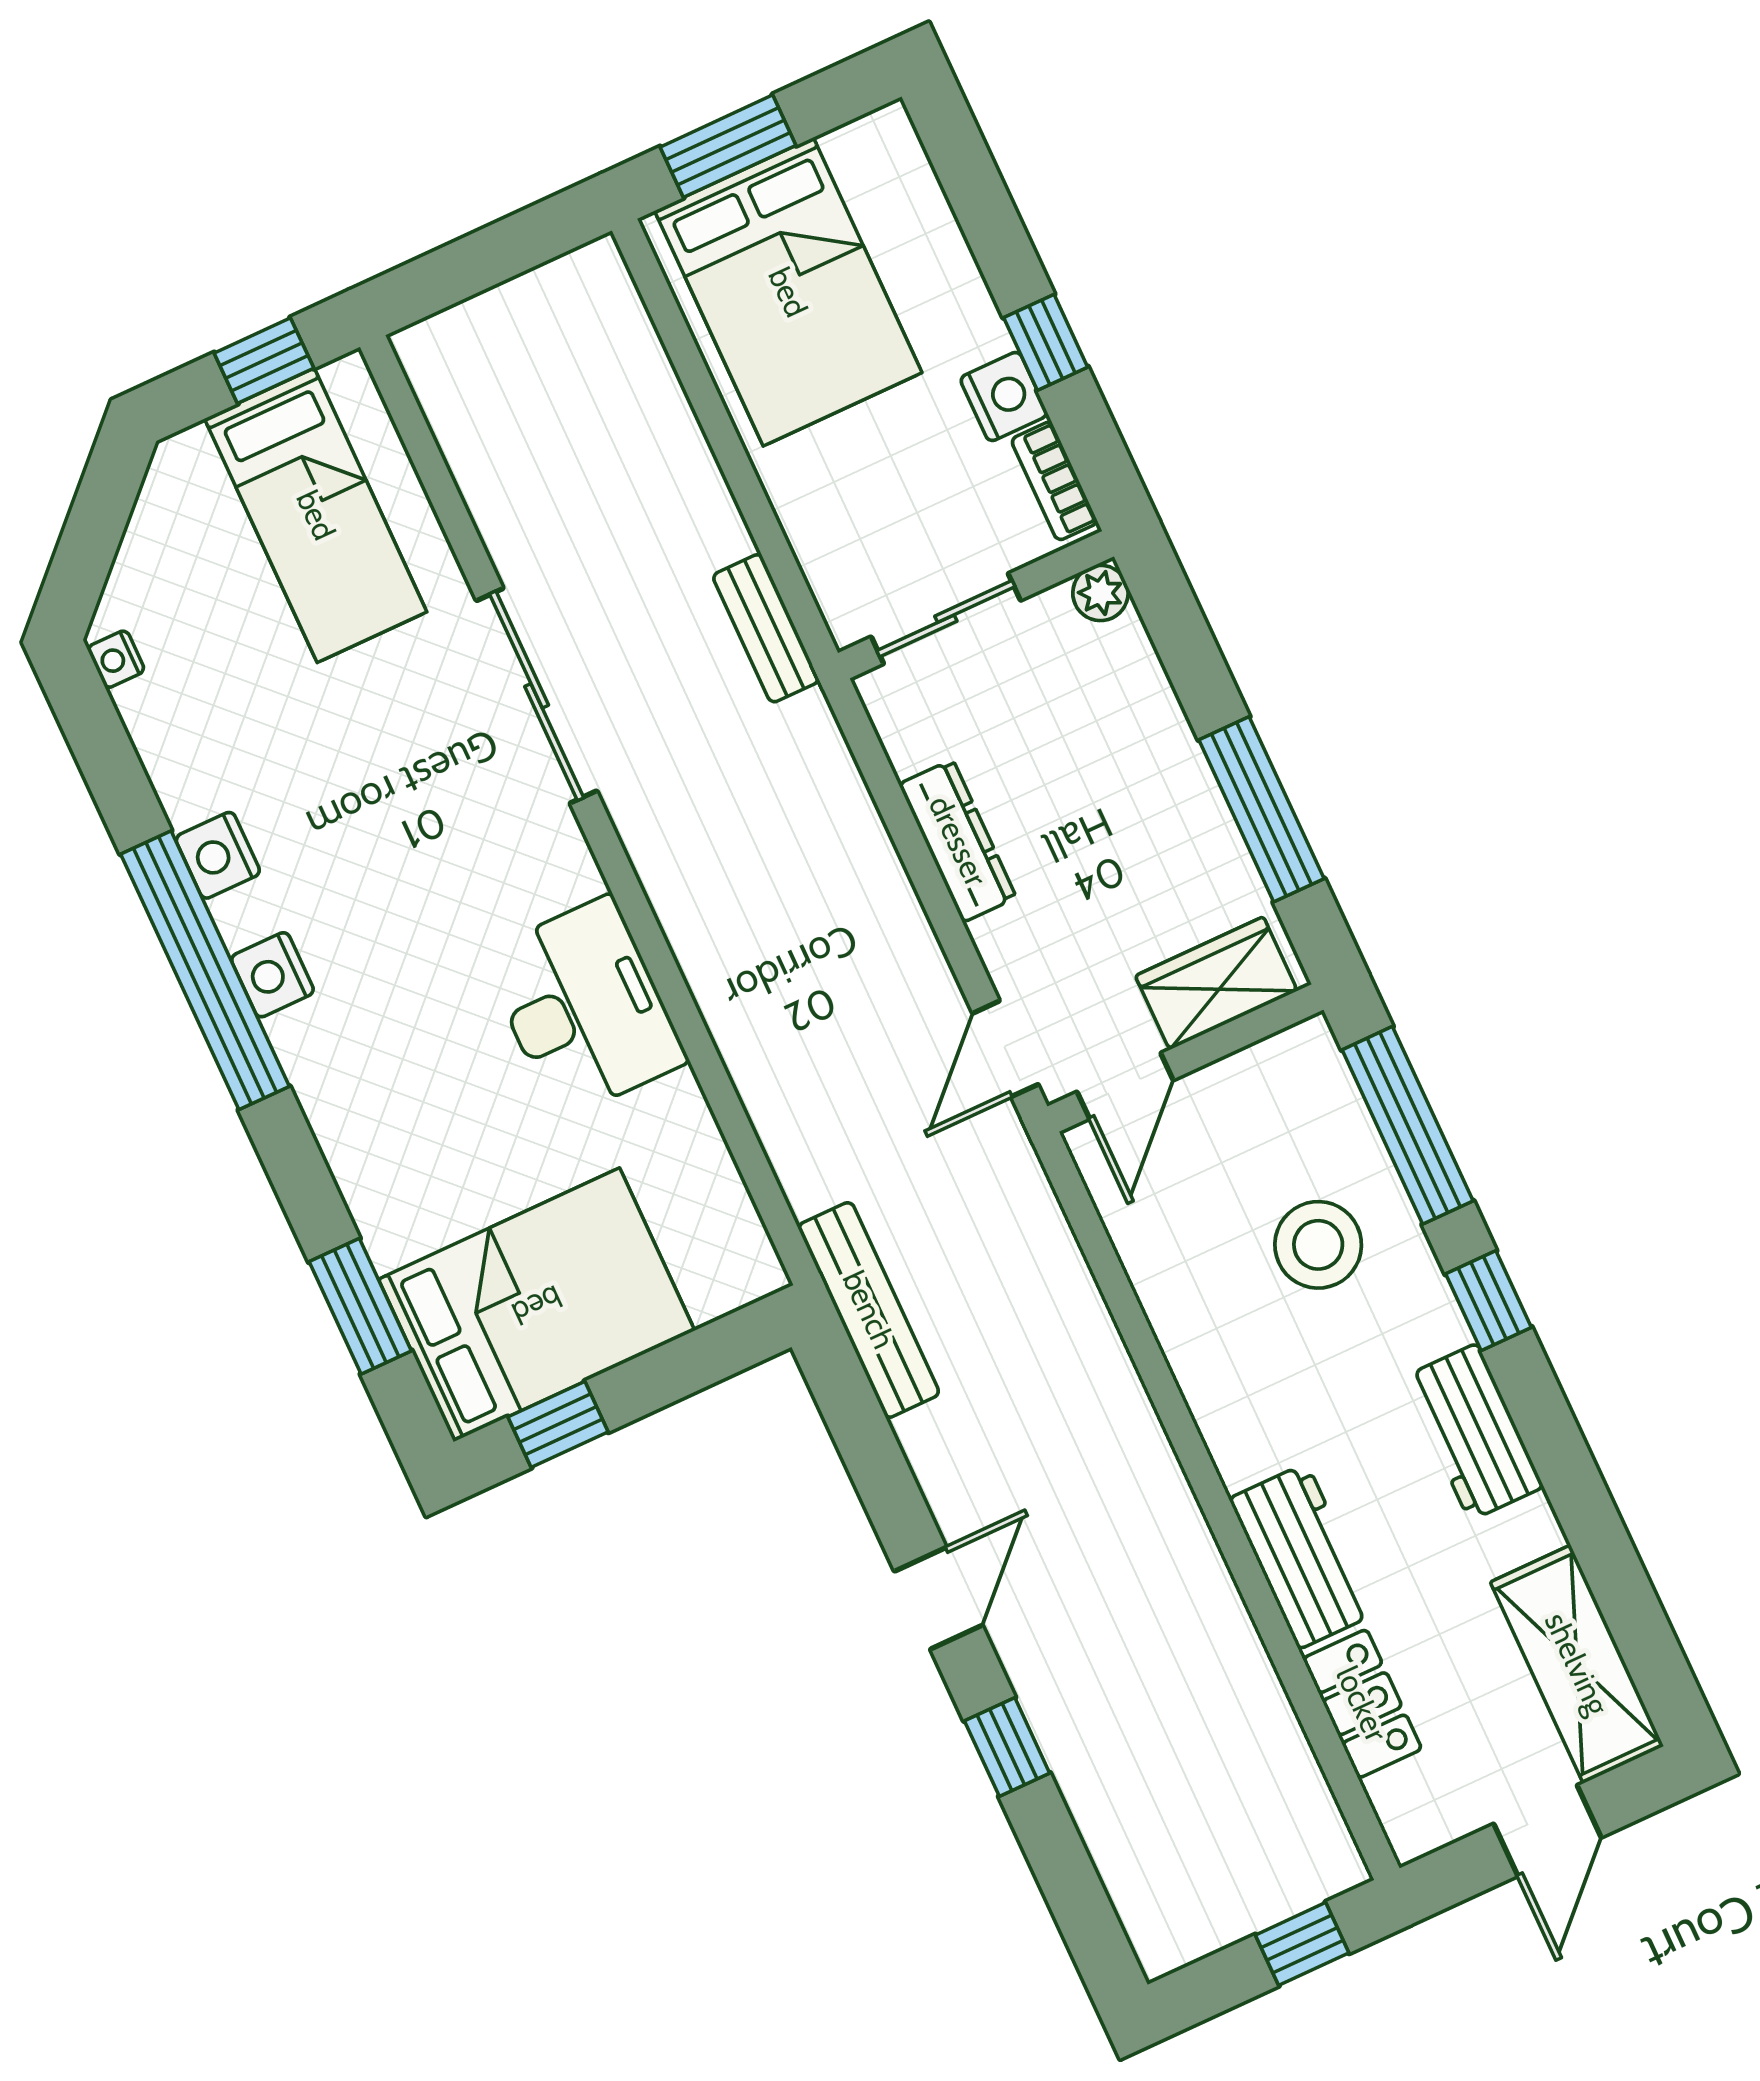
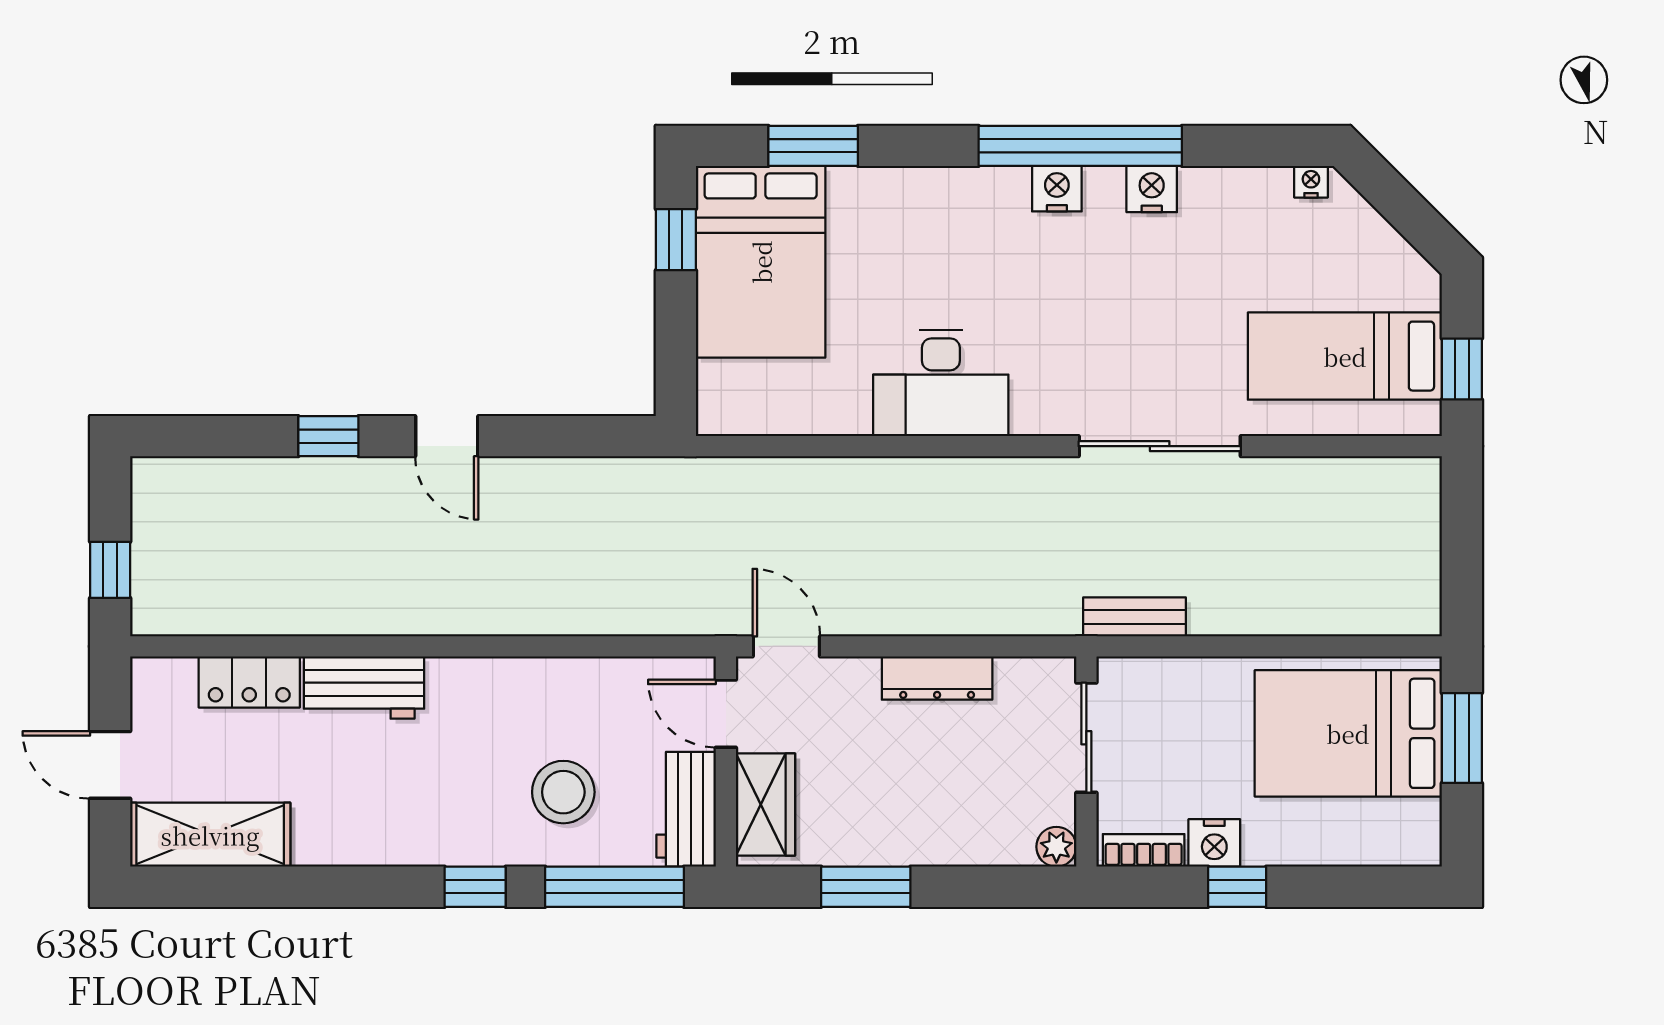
window: (1261, 809) -> (866, 887), width x0.69
bench: (869, 1310) -> (657, 478), removed
workbench: (1473, 1432) -> (686, 809), moved, turned -90

